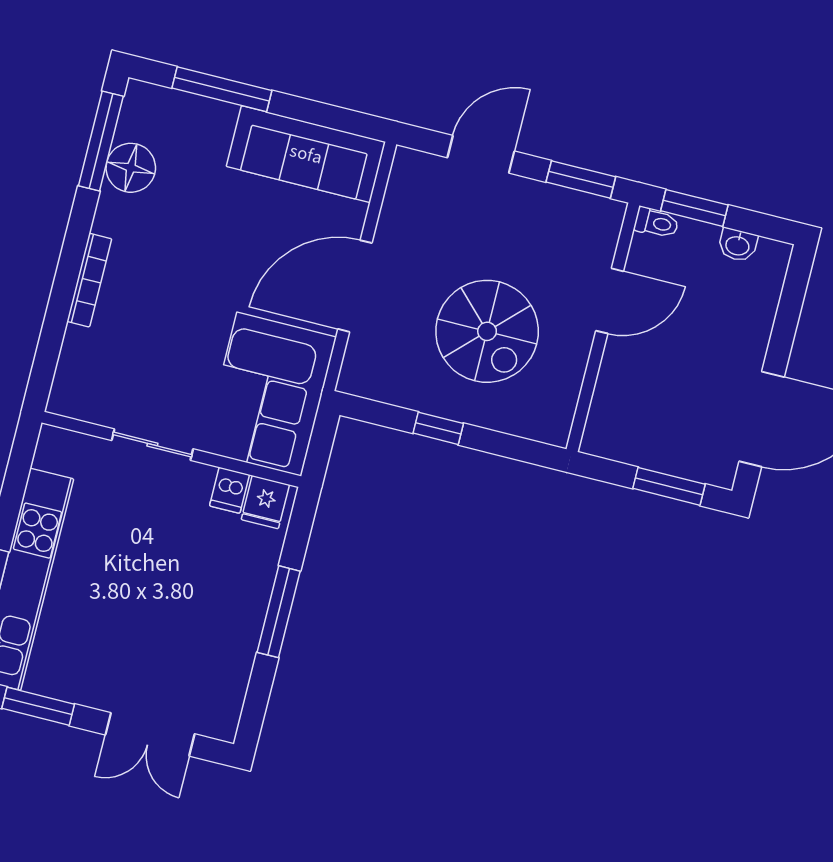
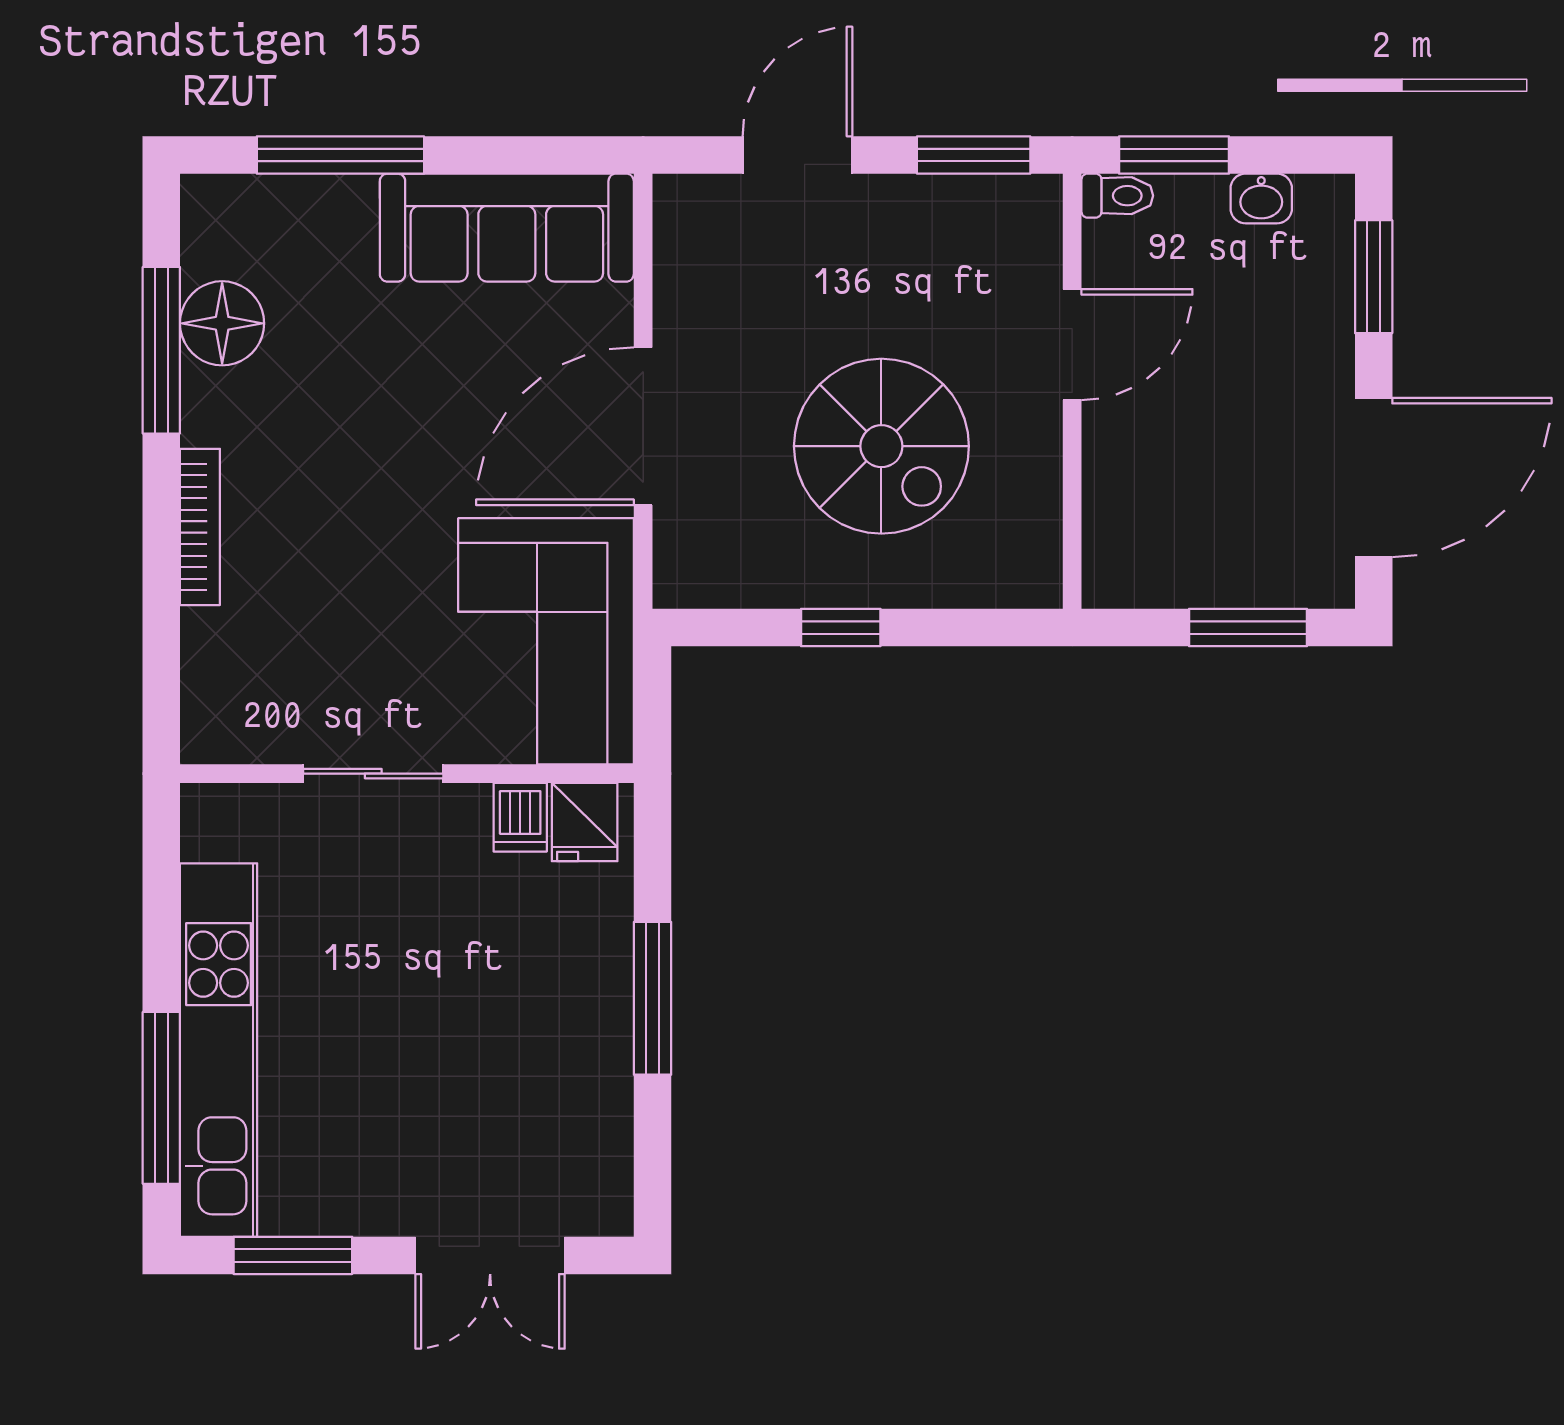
window: (101, 141) -> (161, 350), moved
window: (790, 305) -> (1374, 277), added

